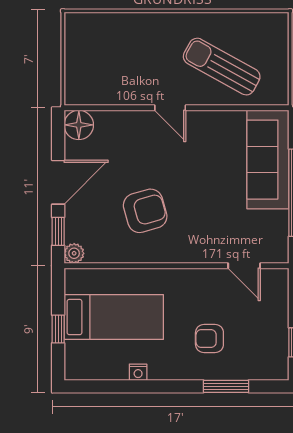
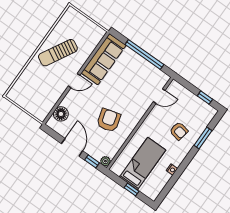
sun lounger: (222, 67) -> (58, 53), moved
floor lamp: (79, 125) -> (61, 114), moved
sofa: (268, 160) -> (104, 59), moved, turned -90
armchair: (209, 339) -> (179, 131), turned -80

